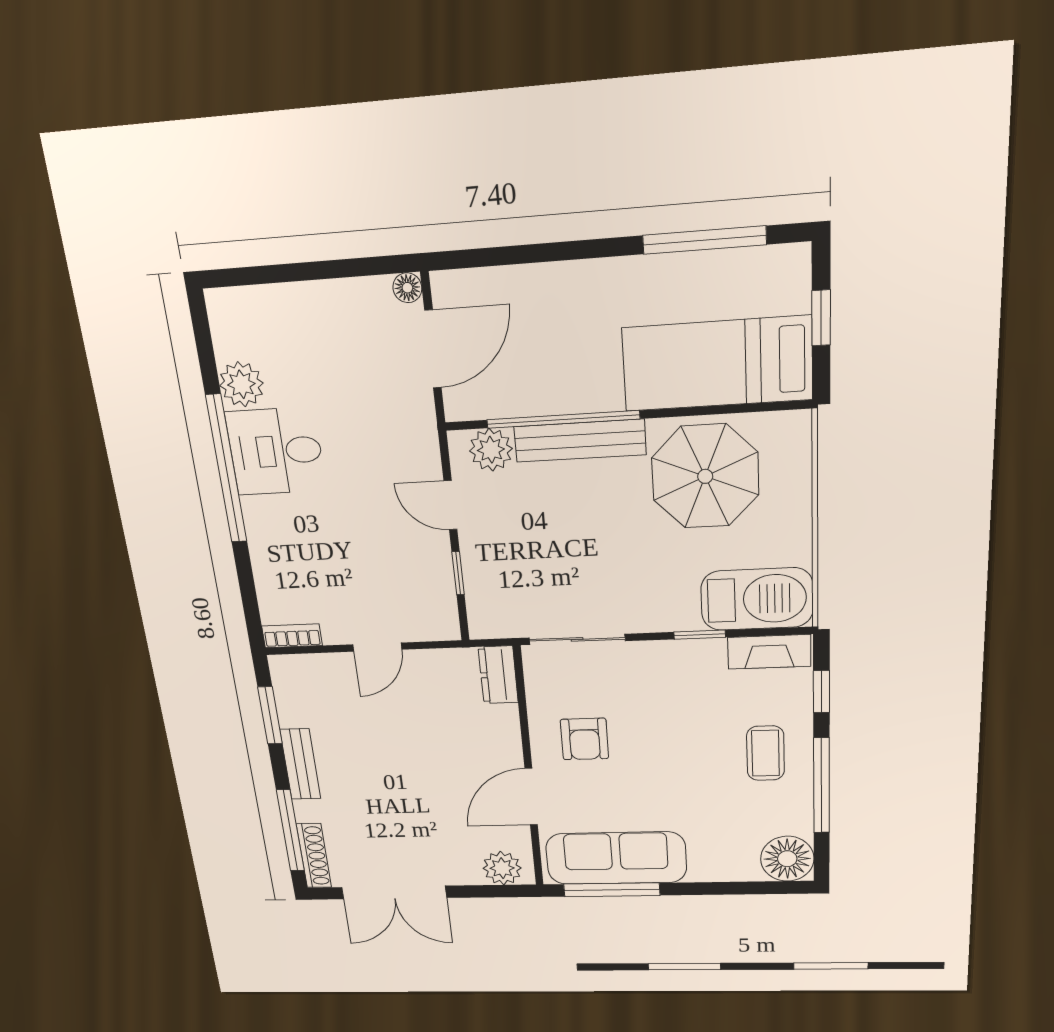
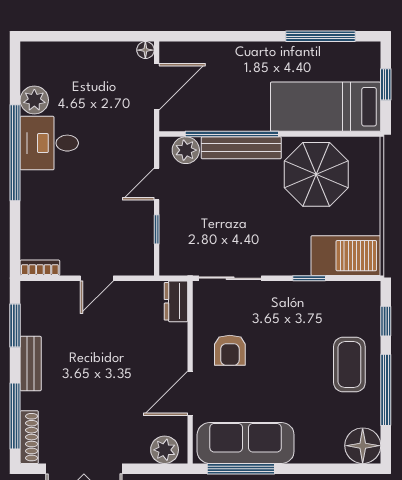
door: (450, 505) -> (157, 184), hinge flipped
fireplace: (769, 652) -> (353, 292), removed
coffee table: (765, 753) -> (349, 365), width x1.36, depth x1.30

